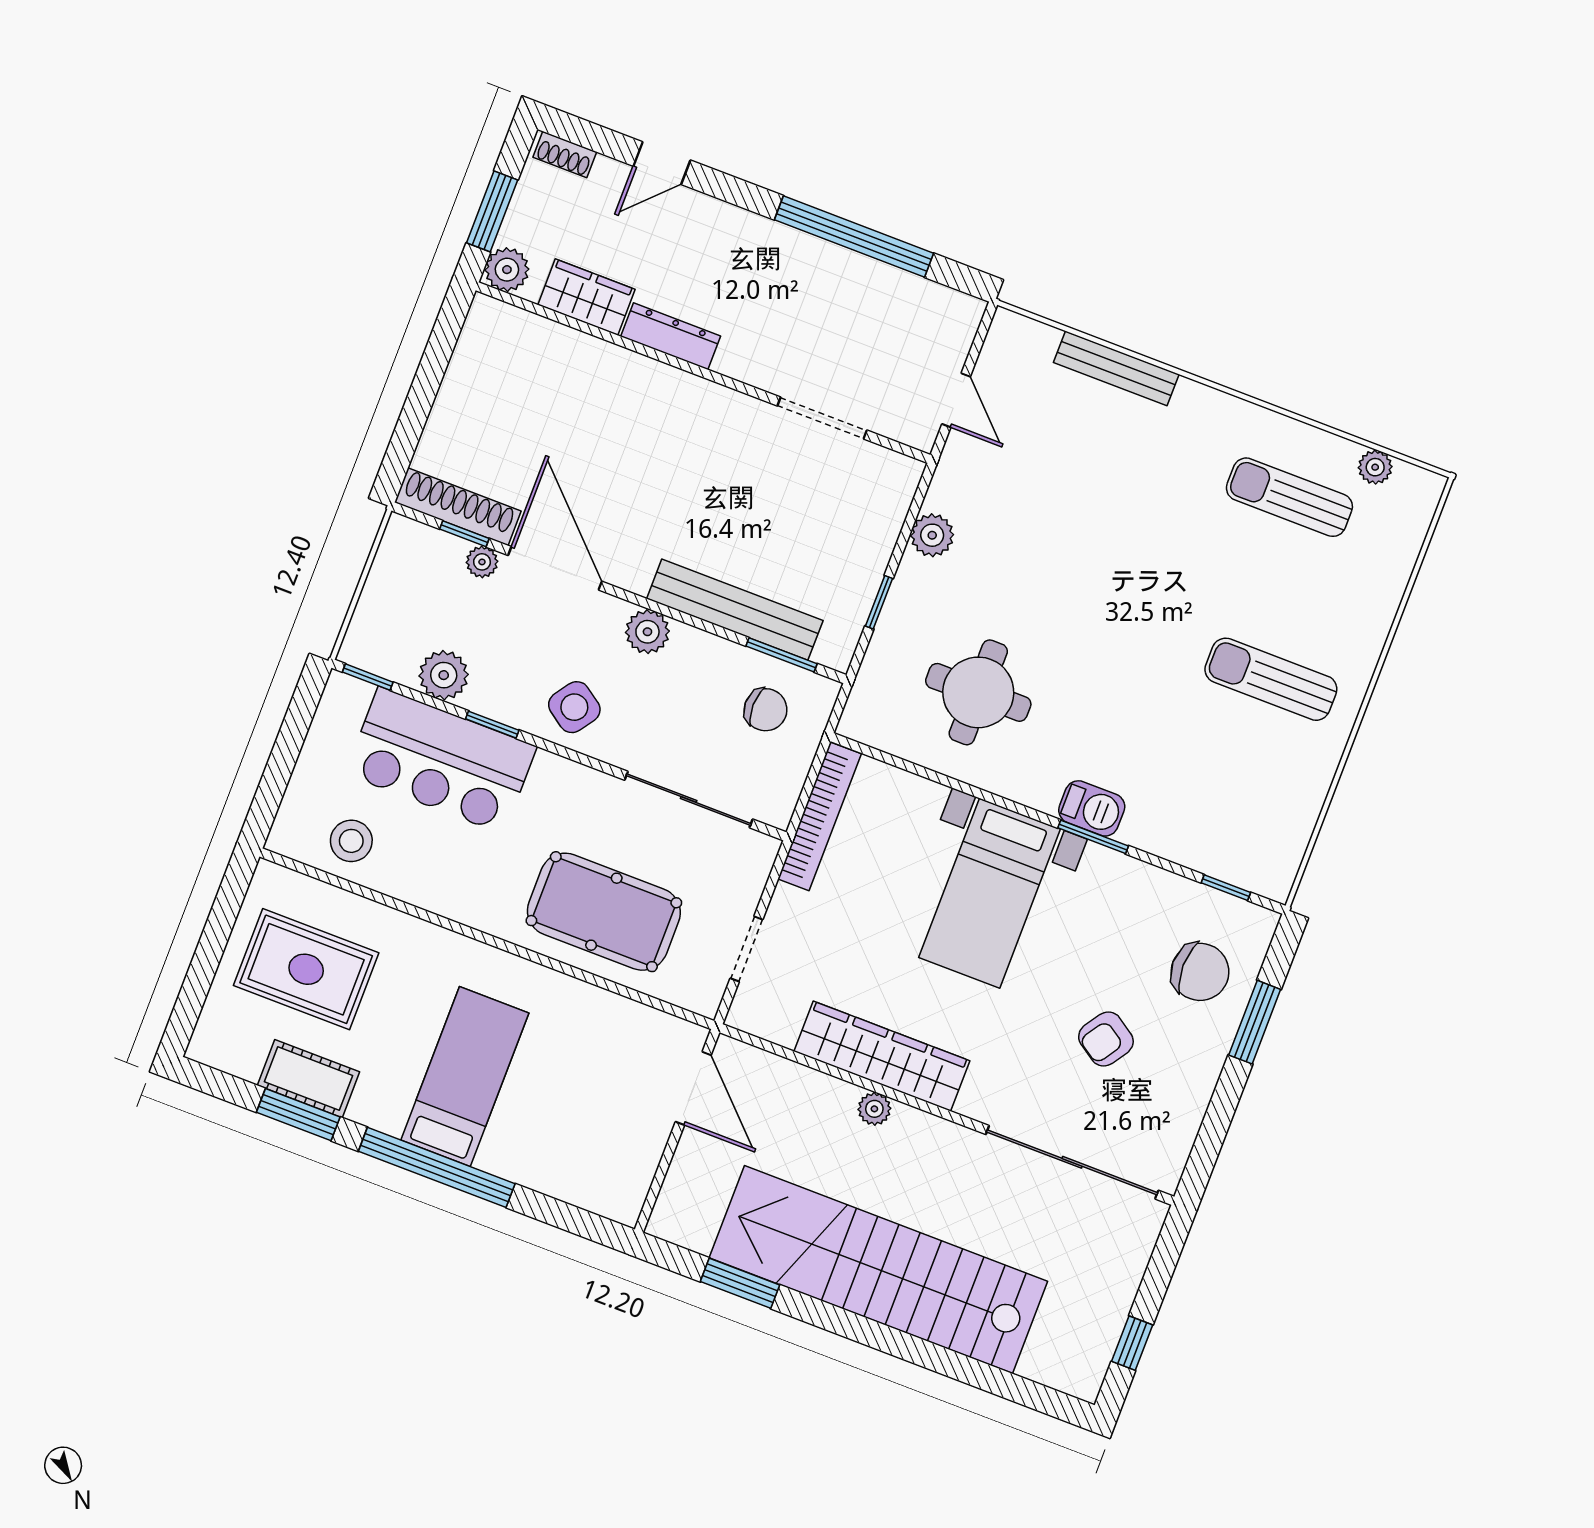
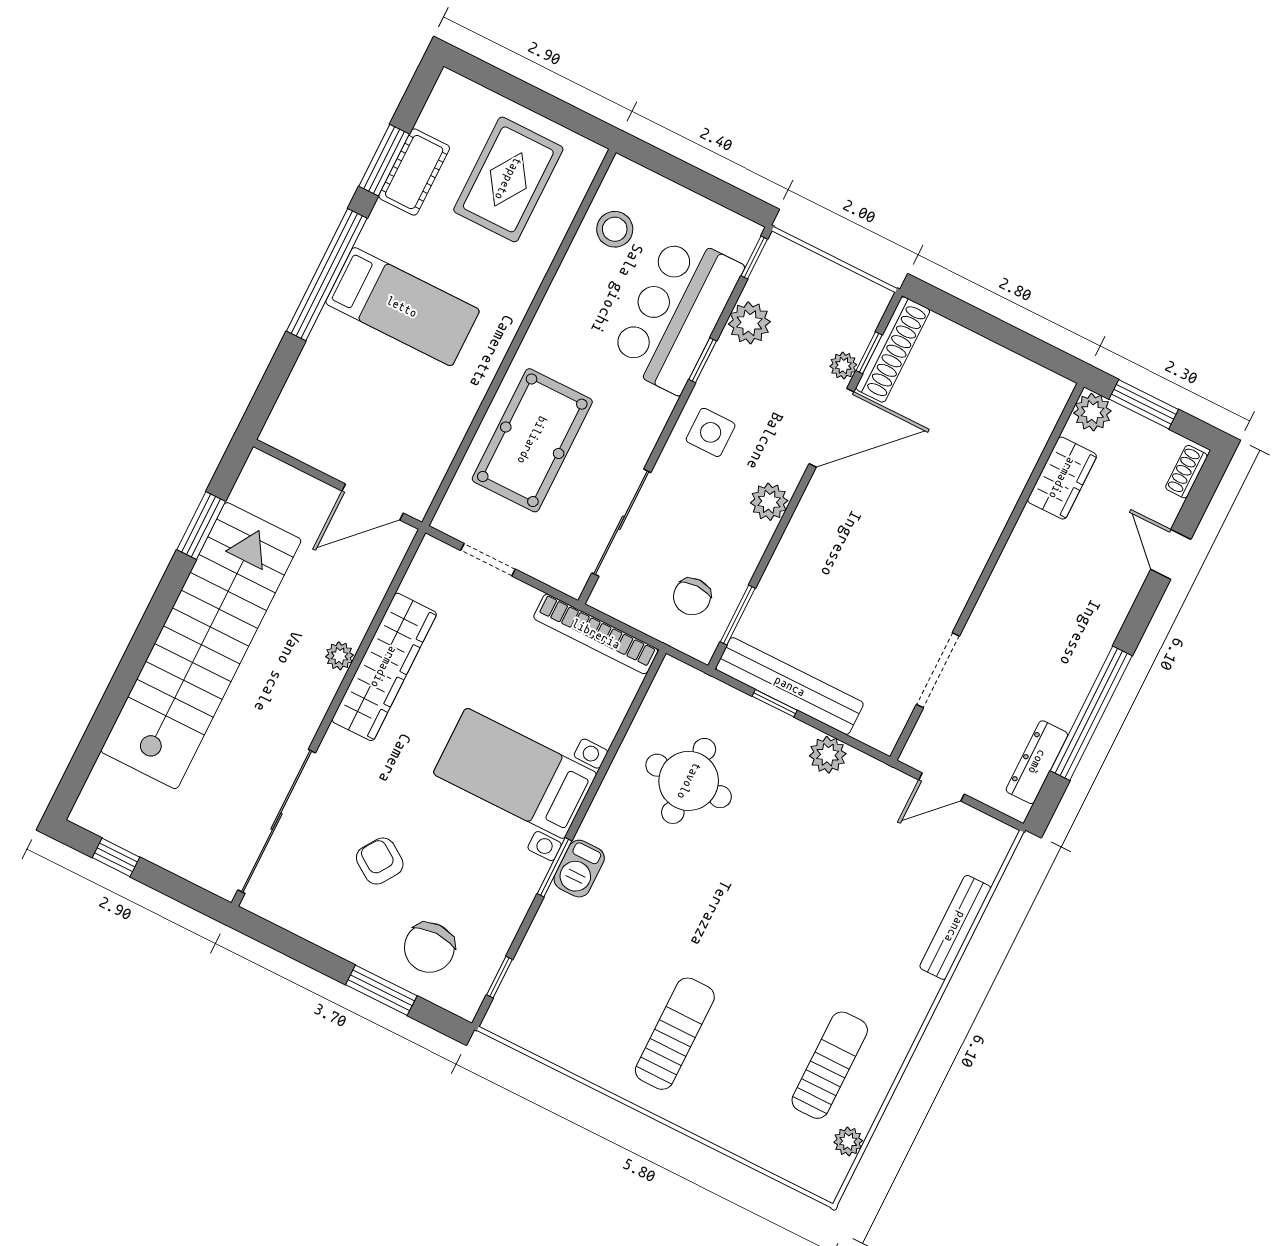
dresser: (671, 336) -> (1037, 762), moved, turned 180
bench: (735, 610) -> (790, 686), moved, turned 90
side table: (574, 707) -> (711, 432), turned -35

